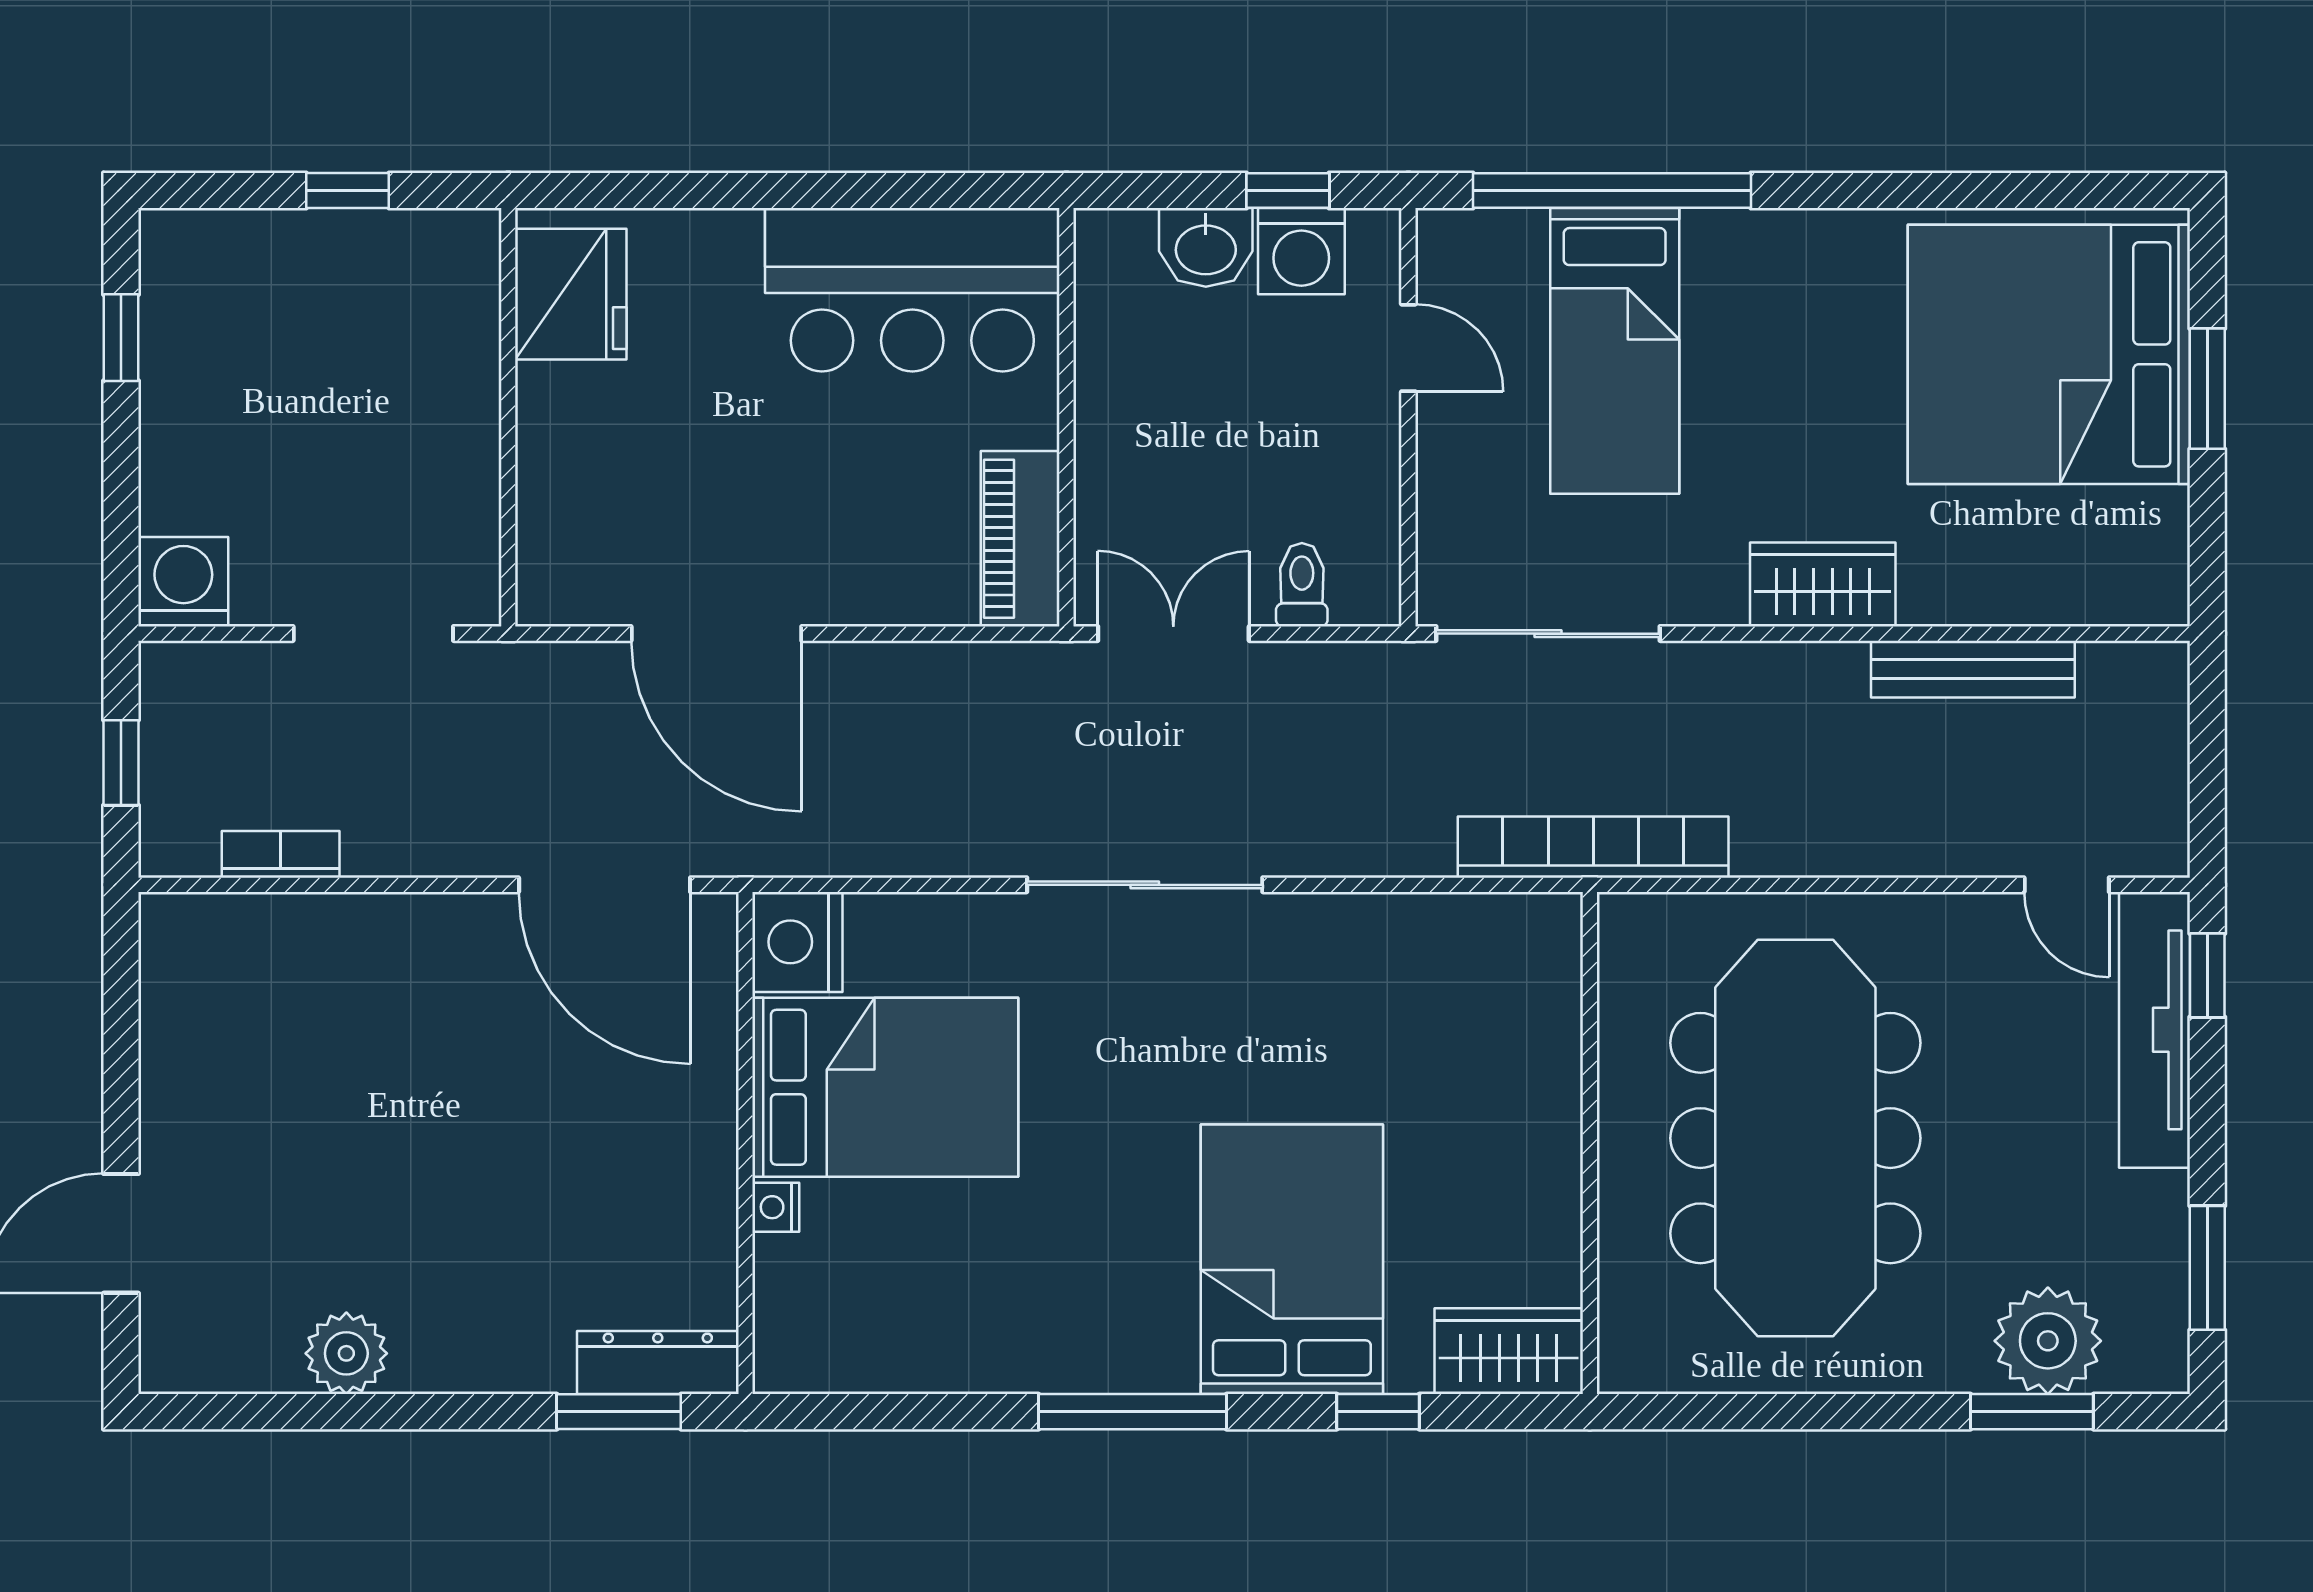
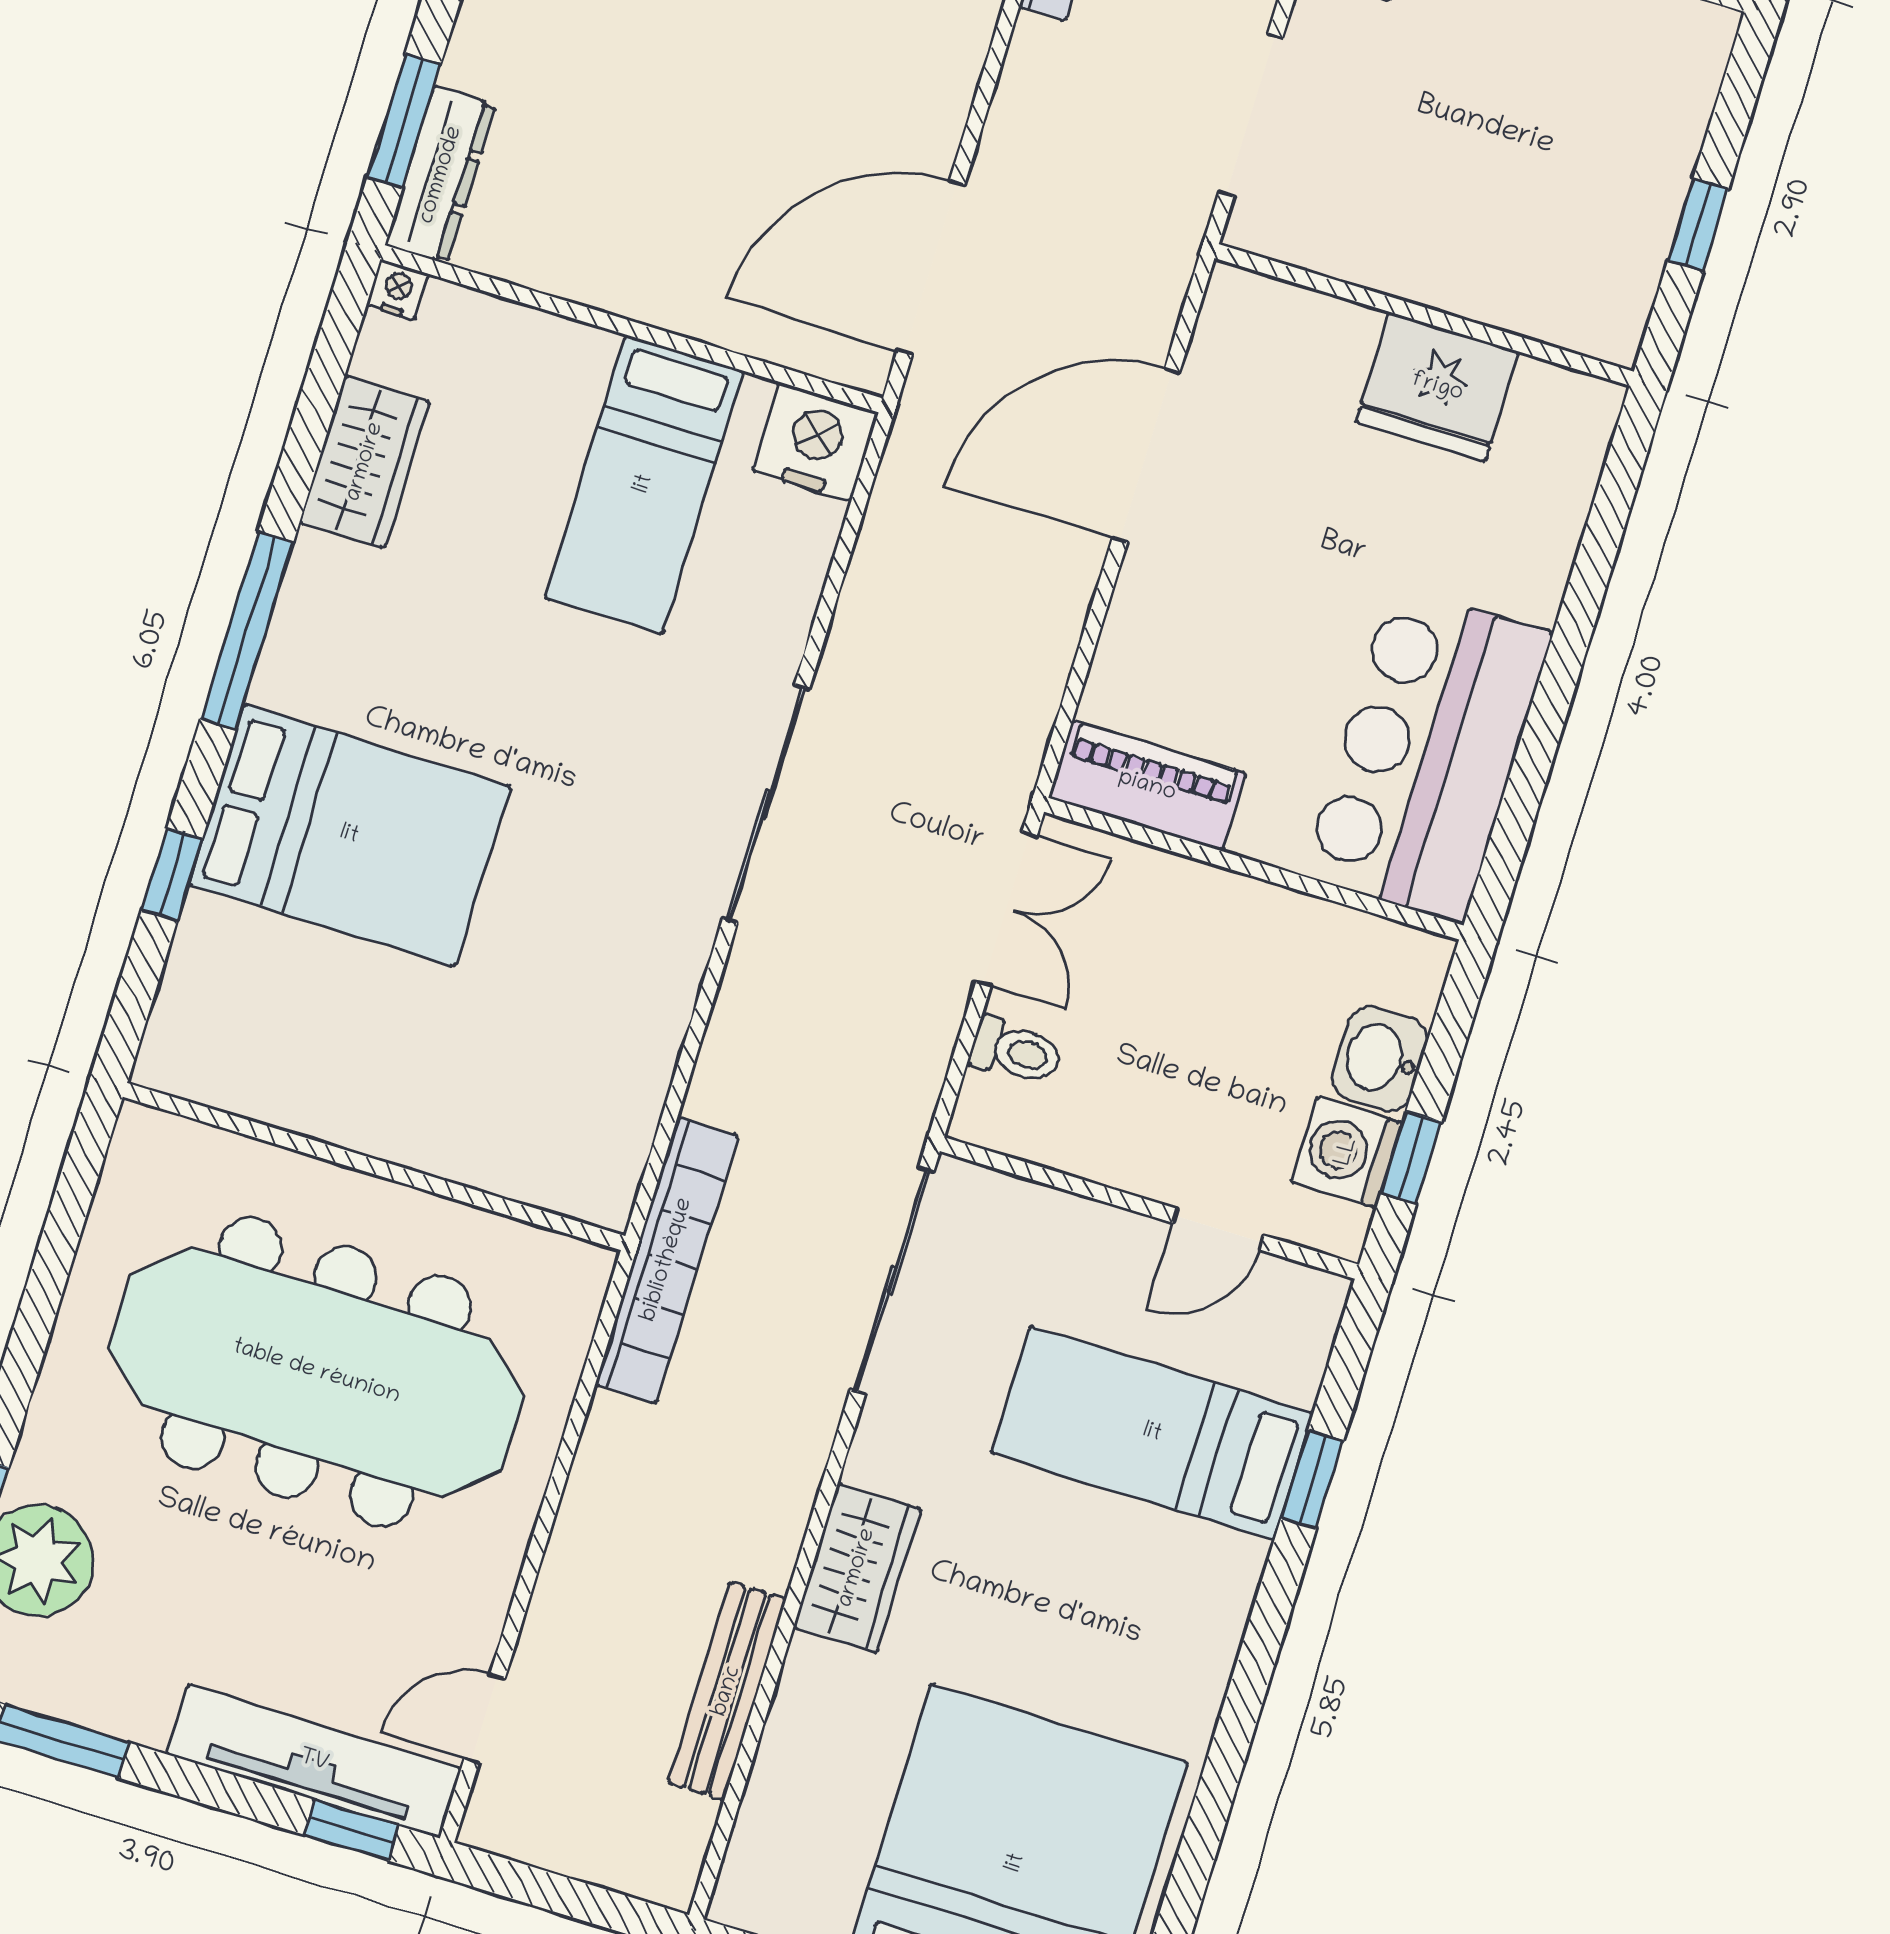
window: (1612, 191) -> (1312, 1479), width x0.32
fridge: (571, 294) -> (1437, 387), moved
bed: (885, 1087) -> (644, 484), width x0.67
nightstand: (776, 1207) -> (398, 290), moved
wardrobe: (1509, 1351) -> (365, 462), moved

